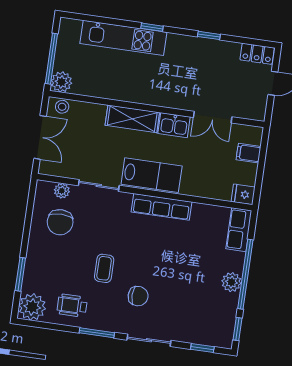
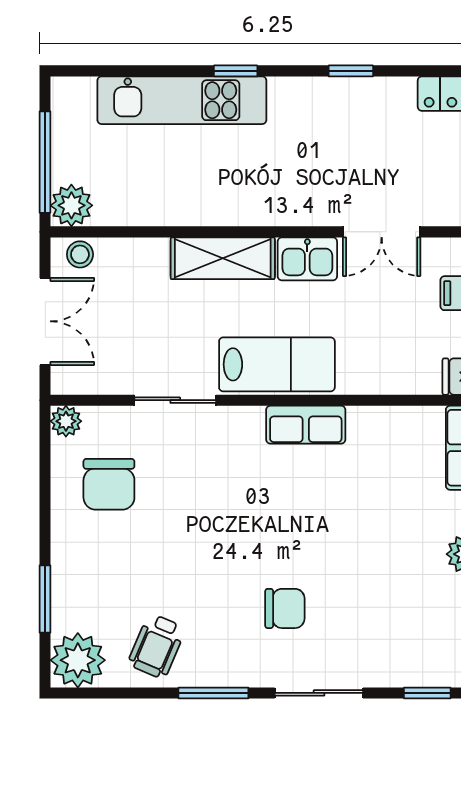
plant: (62, 191) -> (66, 421), moved
row of seats: (161, 207) -> (306, 425), width x0.68
coffee table: (104, 268) -> (209, 563), removed
wheelchair: (72, 306) -> (157, 646), turned -67

